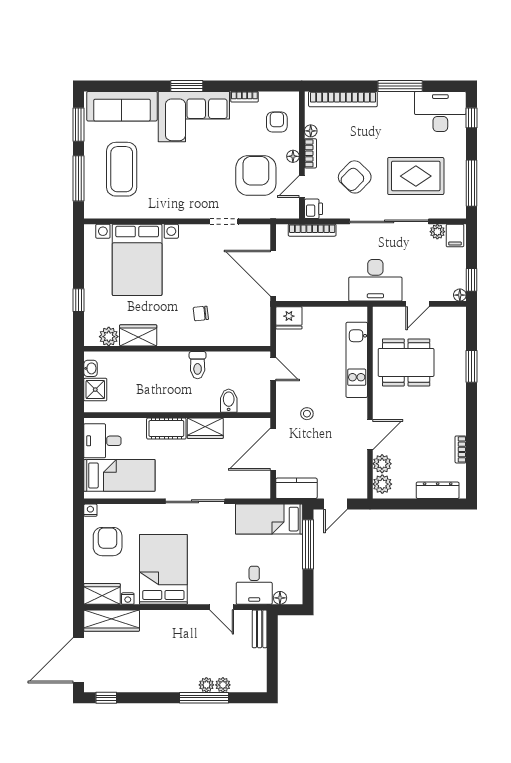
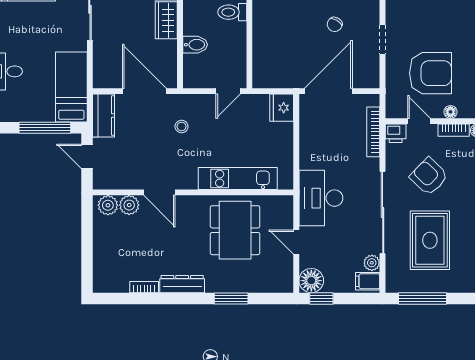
floor lamp: (460, 295) -> (311, 281), width x1.89, depth x1.89
chair: (201, 313) -> (335, 24), moved, turned -143
dresser: (438, 490) -> (182, 284), moved, turned -90

